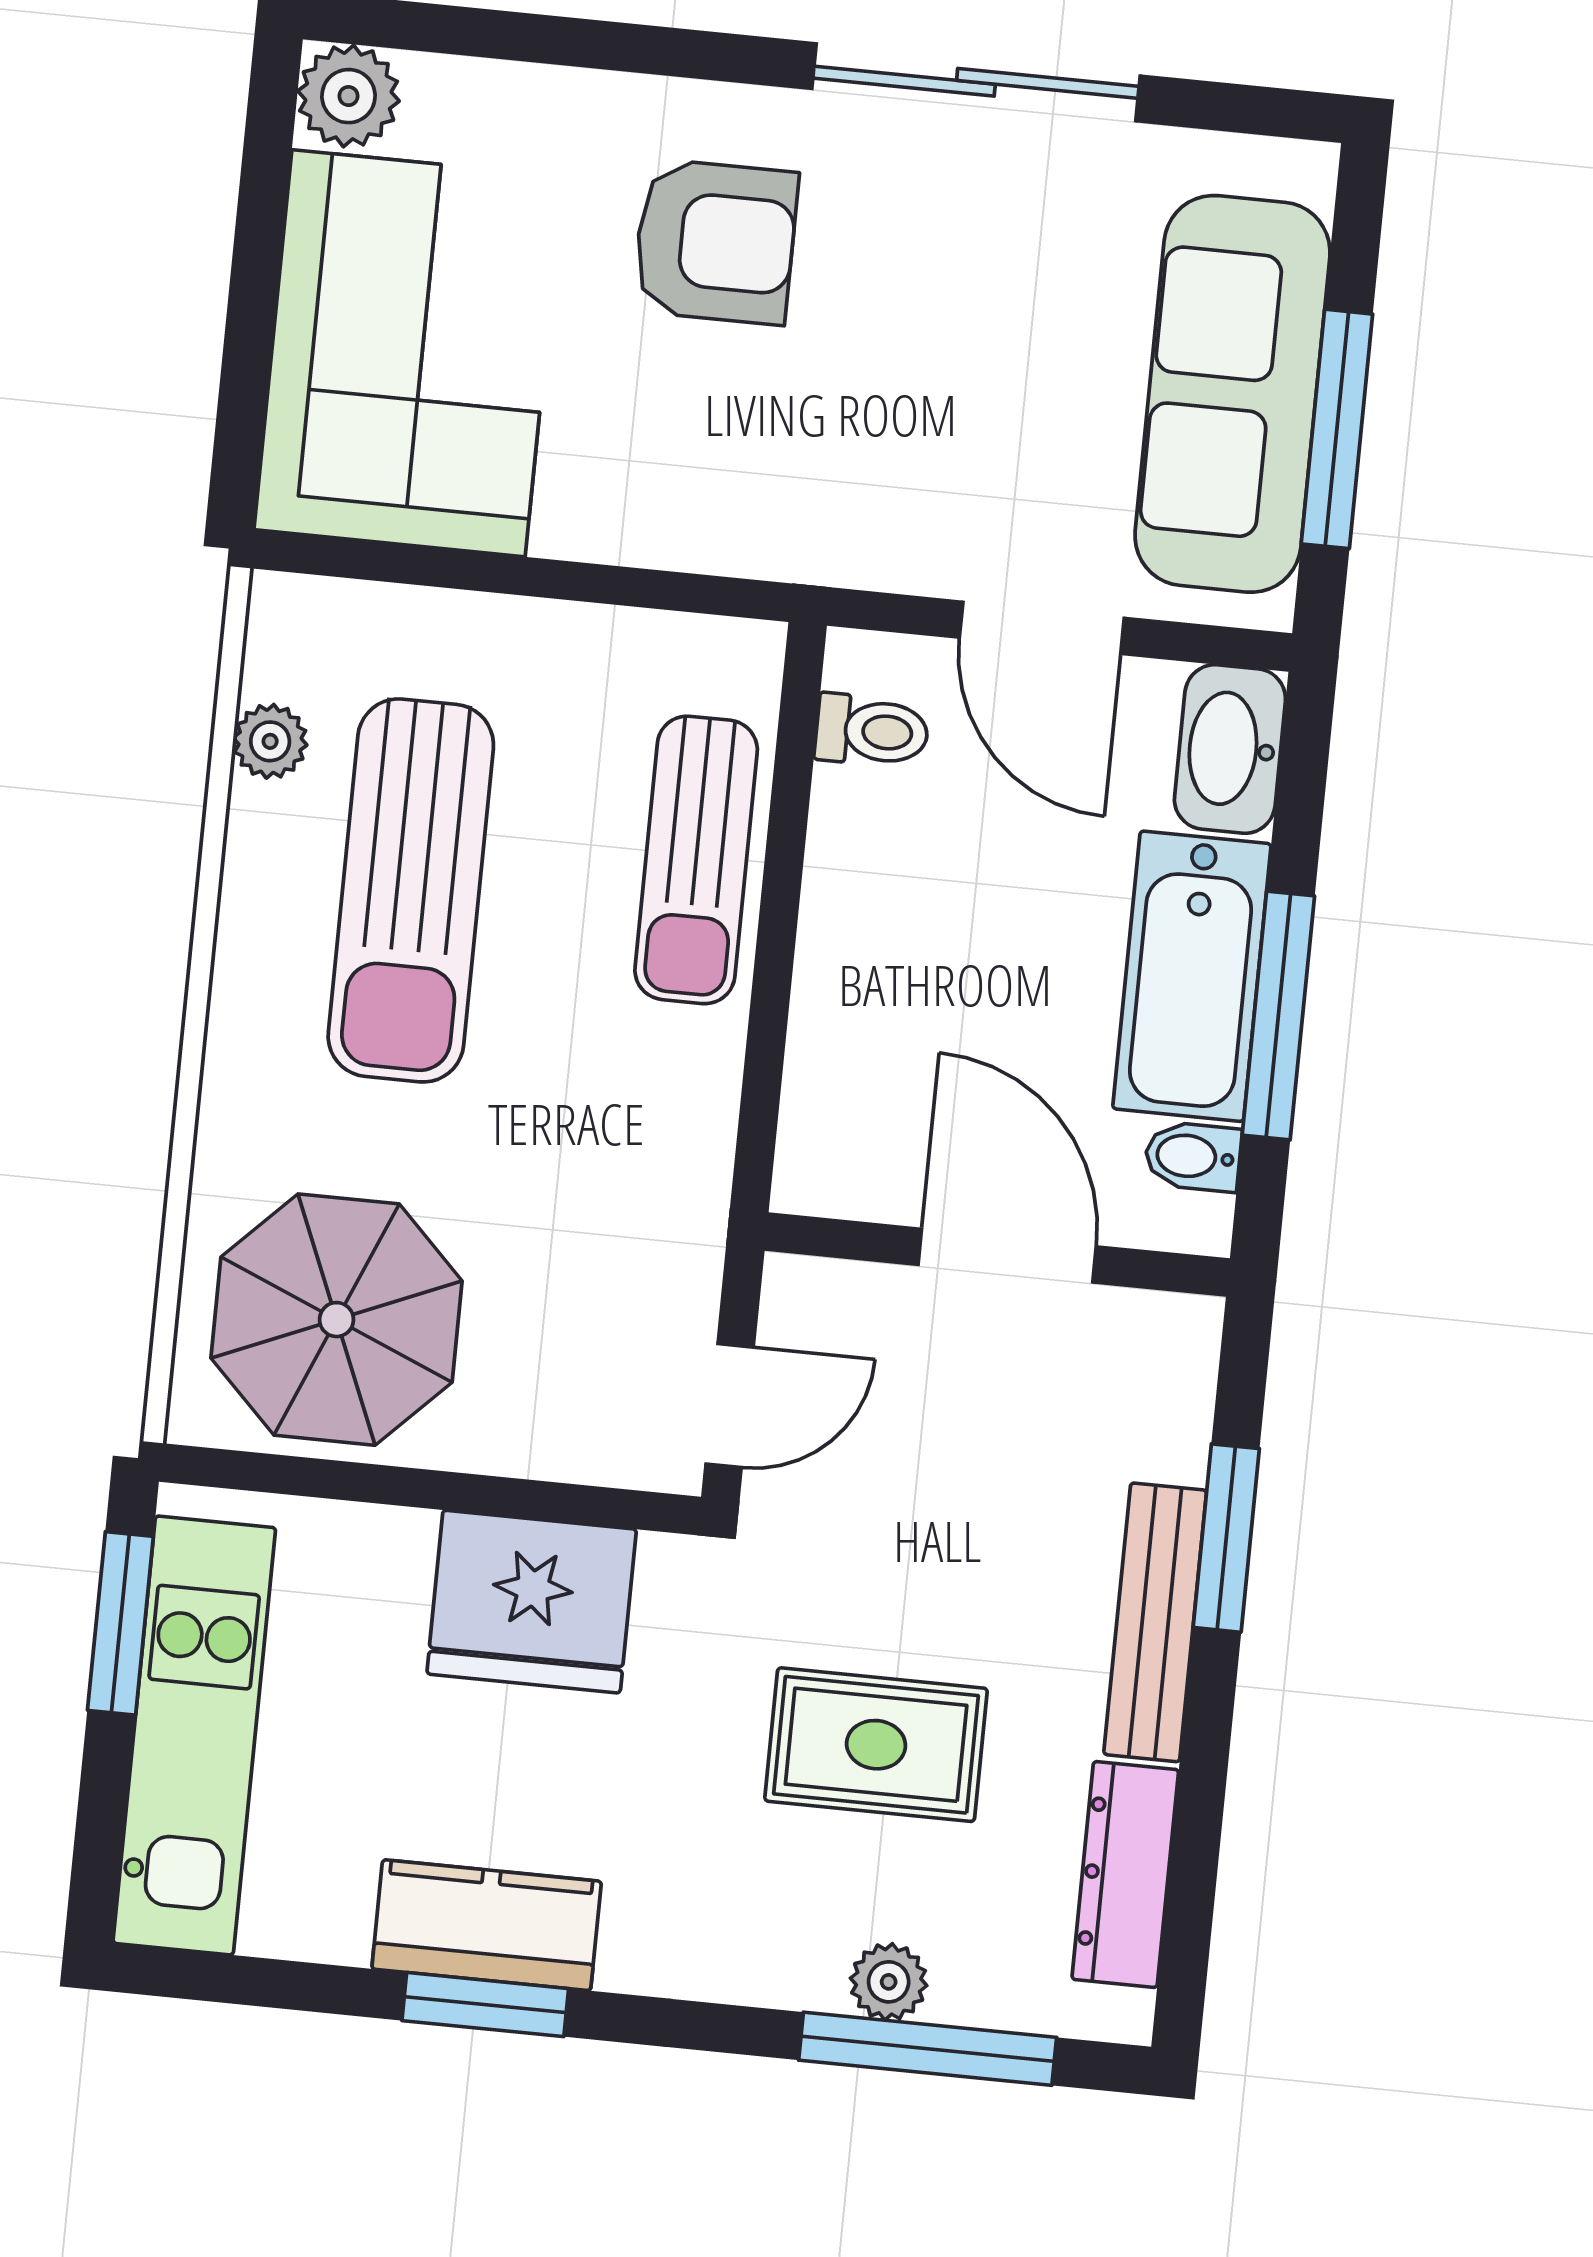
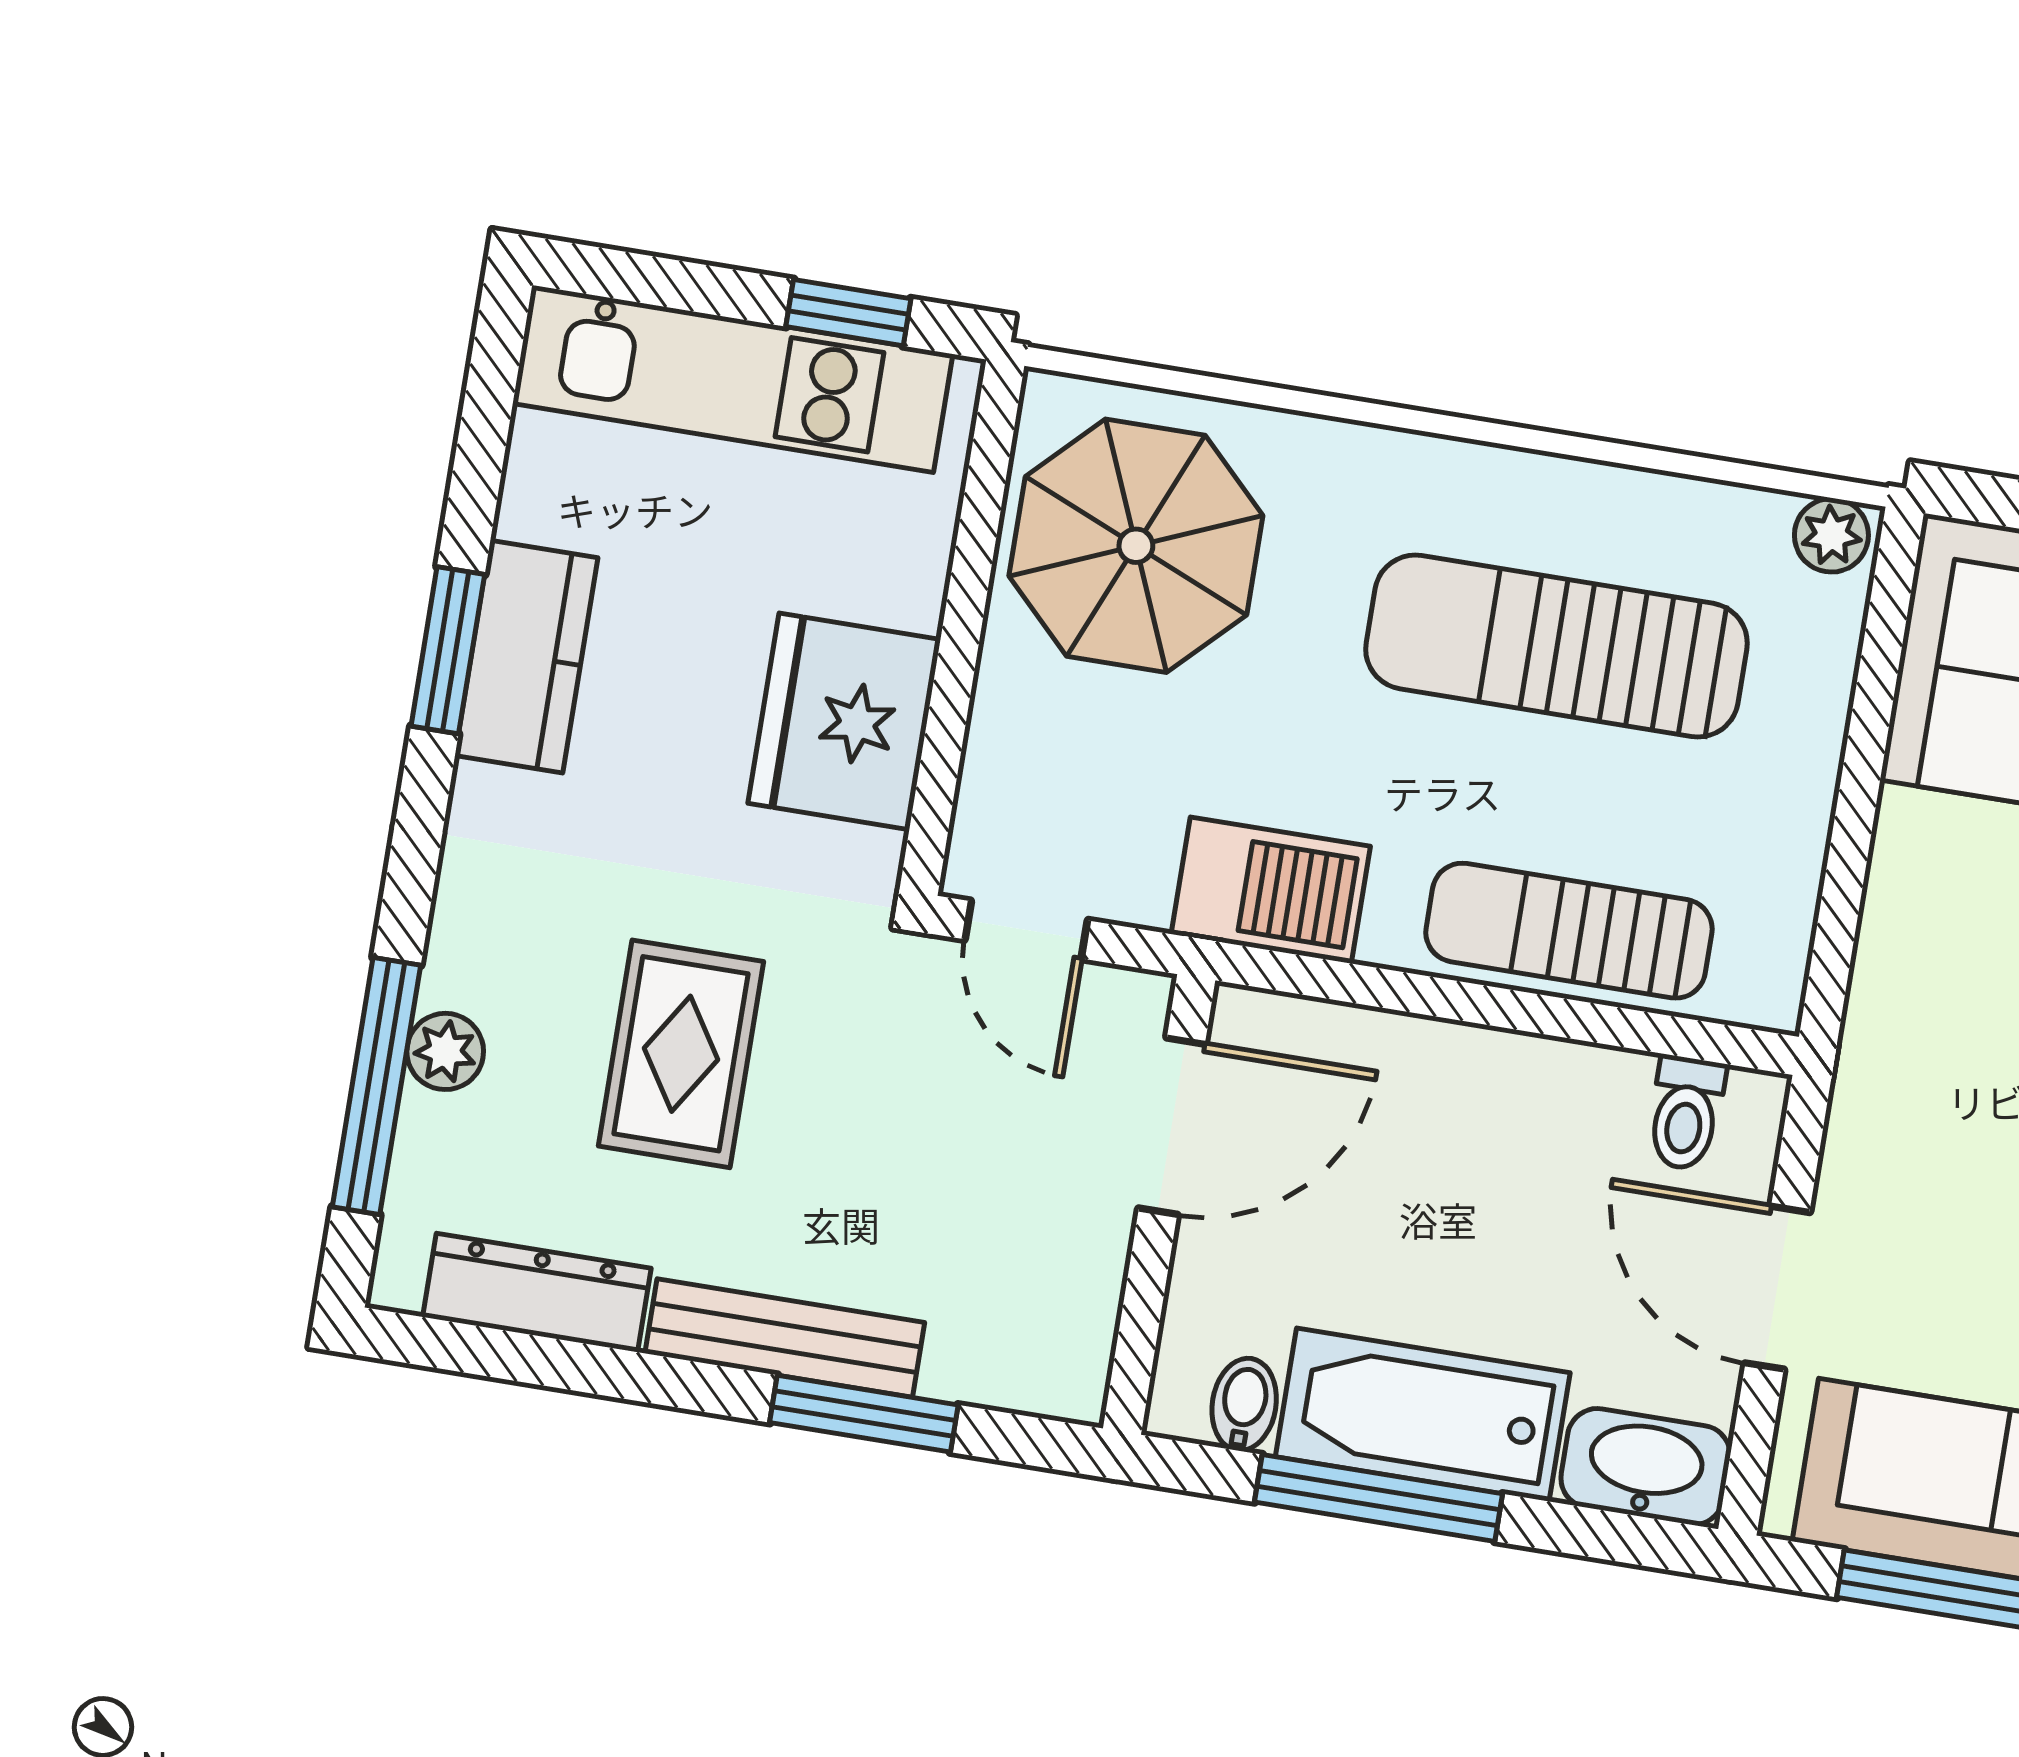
door: (1042, 628) -> (1777, 1288), hinge flipped
plant: (270, 741) -> (1831, 535), moved
barbecue: (674, 1162) -> (1271, 890), added
door: (1007, 1256) -> (1172, 1126), moved
window: (120, 1623) -> (848, 313), width x0.67

